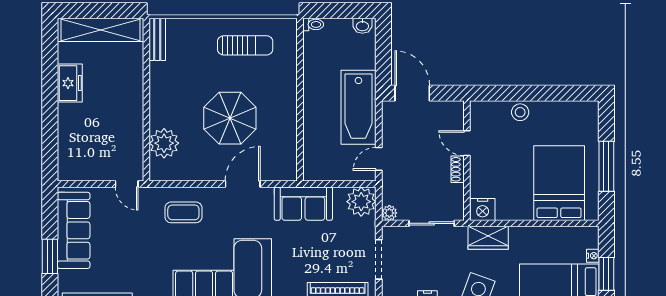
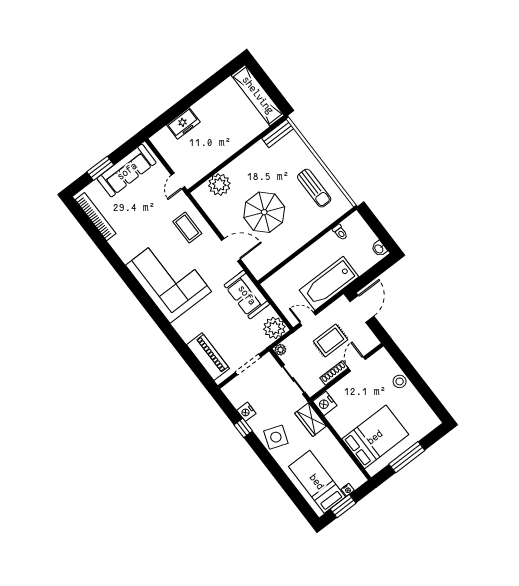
toilet: (313, 24) -> (340, 232), moved
freezer: (70, 83) -> (183, 123), moved
rug: (420, 152) -> (331, 341), added
shoe rack: (458, 169) -> (334, 373), width x1.43

